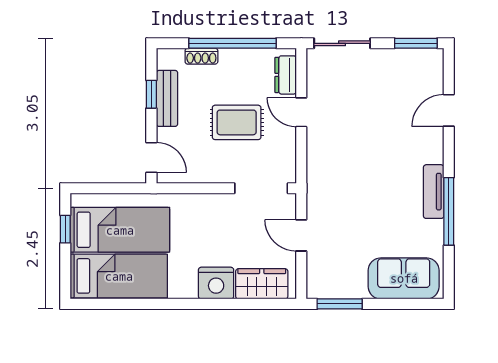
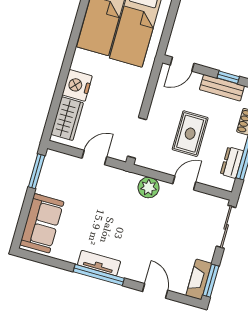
fireplace: (419, 59) -> (199, 279), added
dresser: (286, 75) -> (232, 163), moved, turned -90
plant: (320, 156) -> (149, 187), added
window: (449, 211) -> (99, 275), moved

